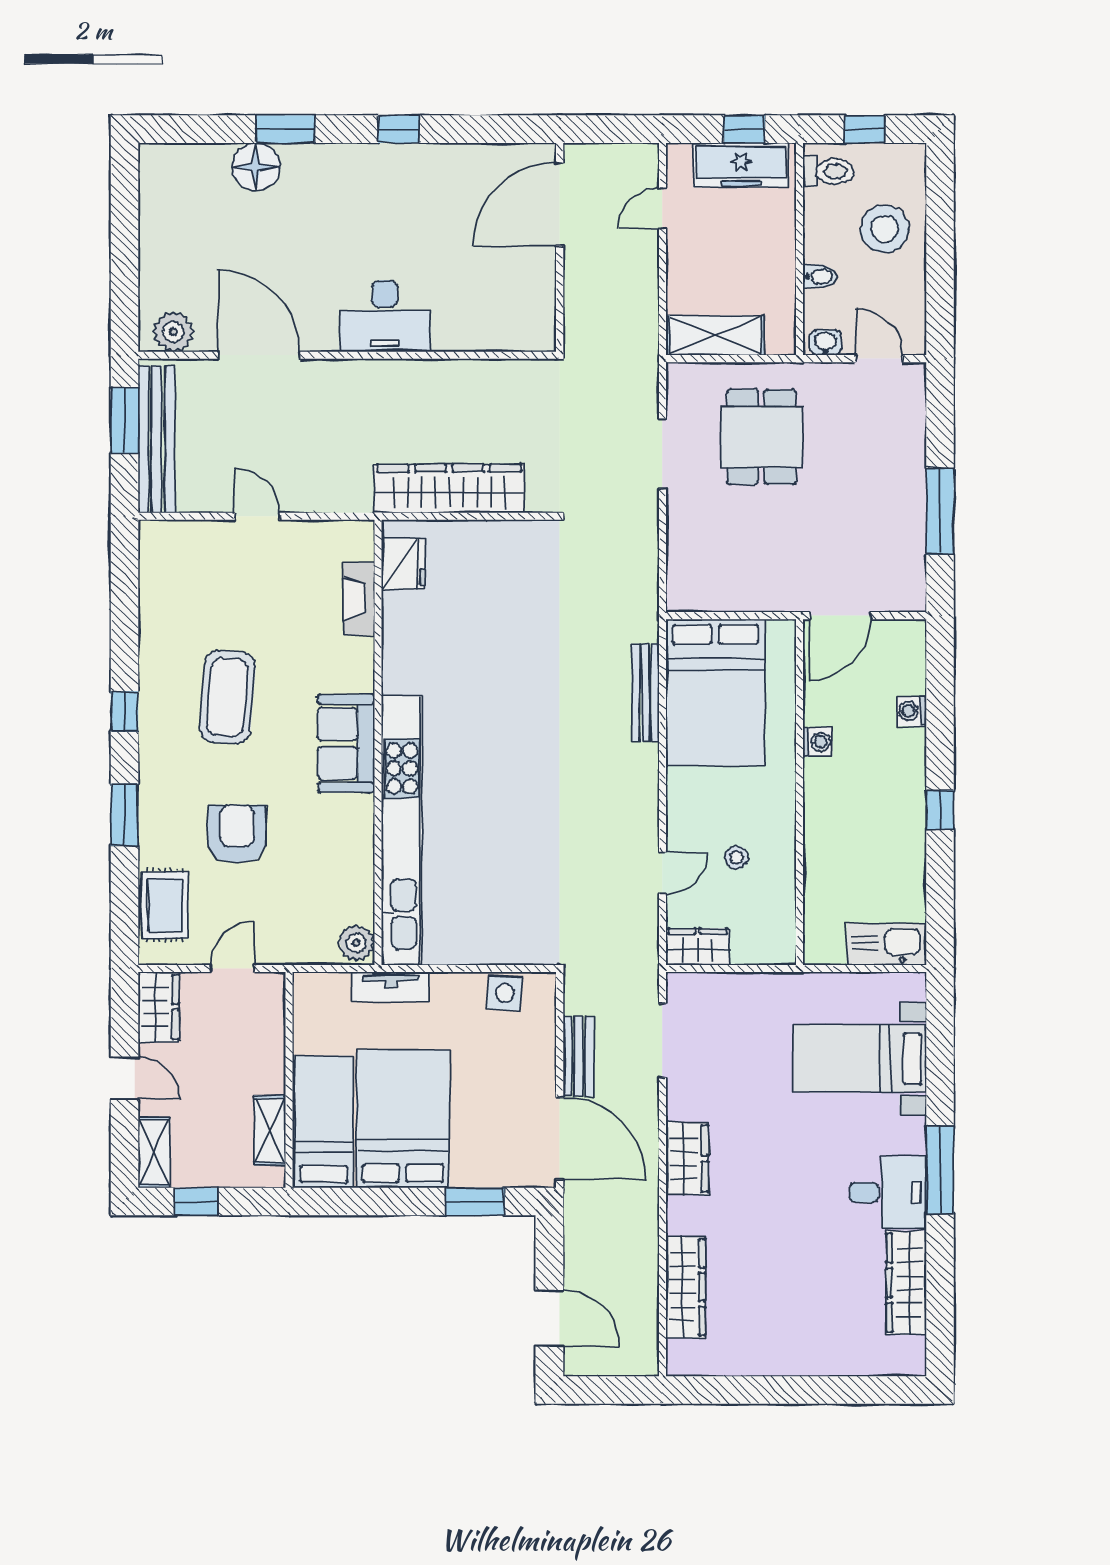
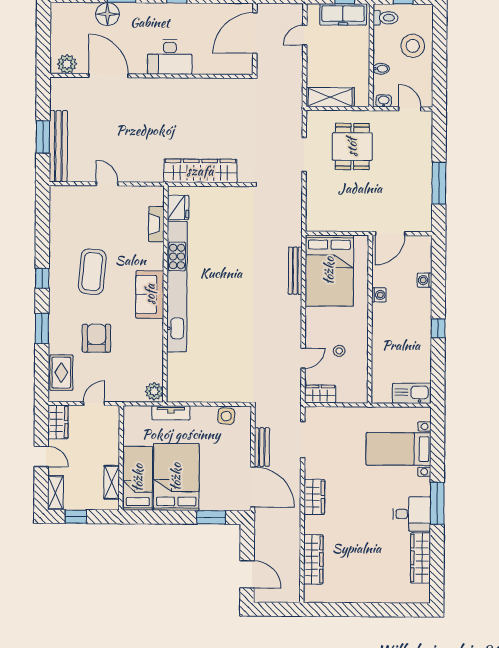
desk: (385, 316) -> (170, 57), moved
plant: (173, 332) -> (67, 64), moved
door: (259, 355) -> (109, 76), moved
wall: (347, 355) -> (151, 76), moved
kitchen unit: (402, 830) -> (177, 287), moved

